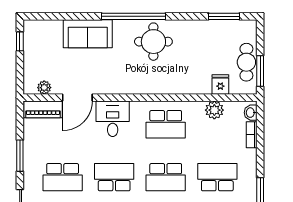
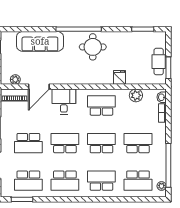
sofa: (88, 34) -> (40, 41), width x1.36
fridge: (220, 85) -> (120, 77), moved
school desk: (166, 124) -> (101, 105), turned 180
school desk: (166, 177) -> (101, 143), turned 180

